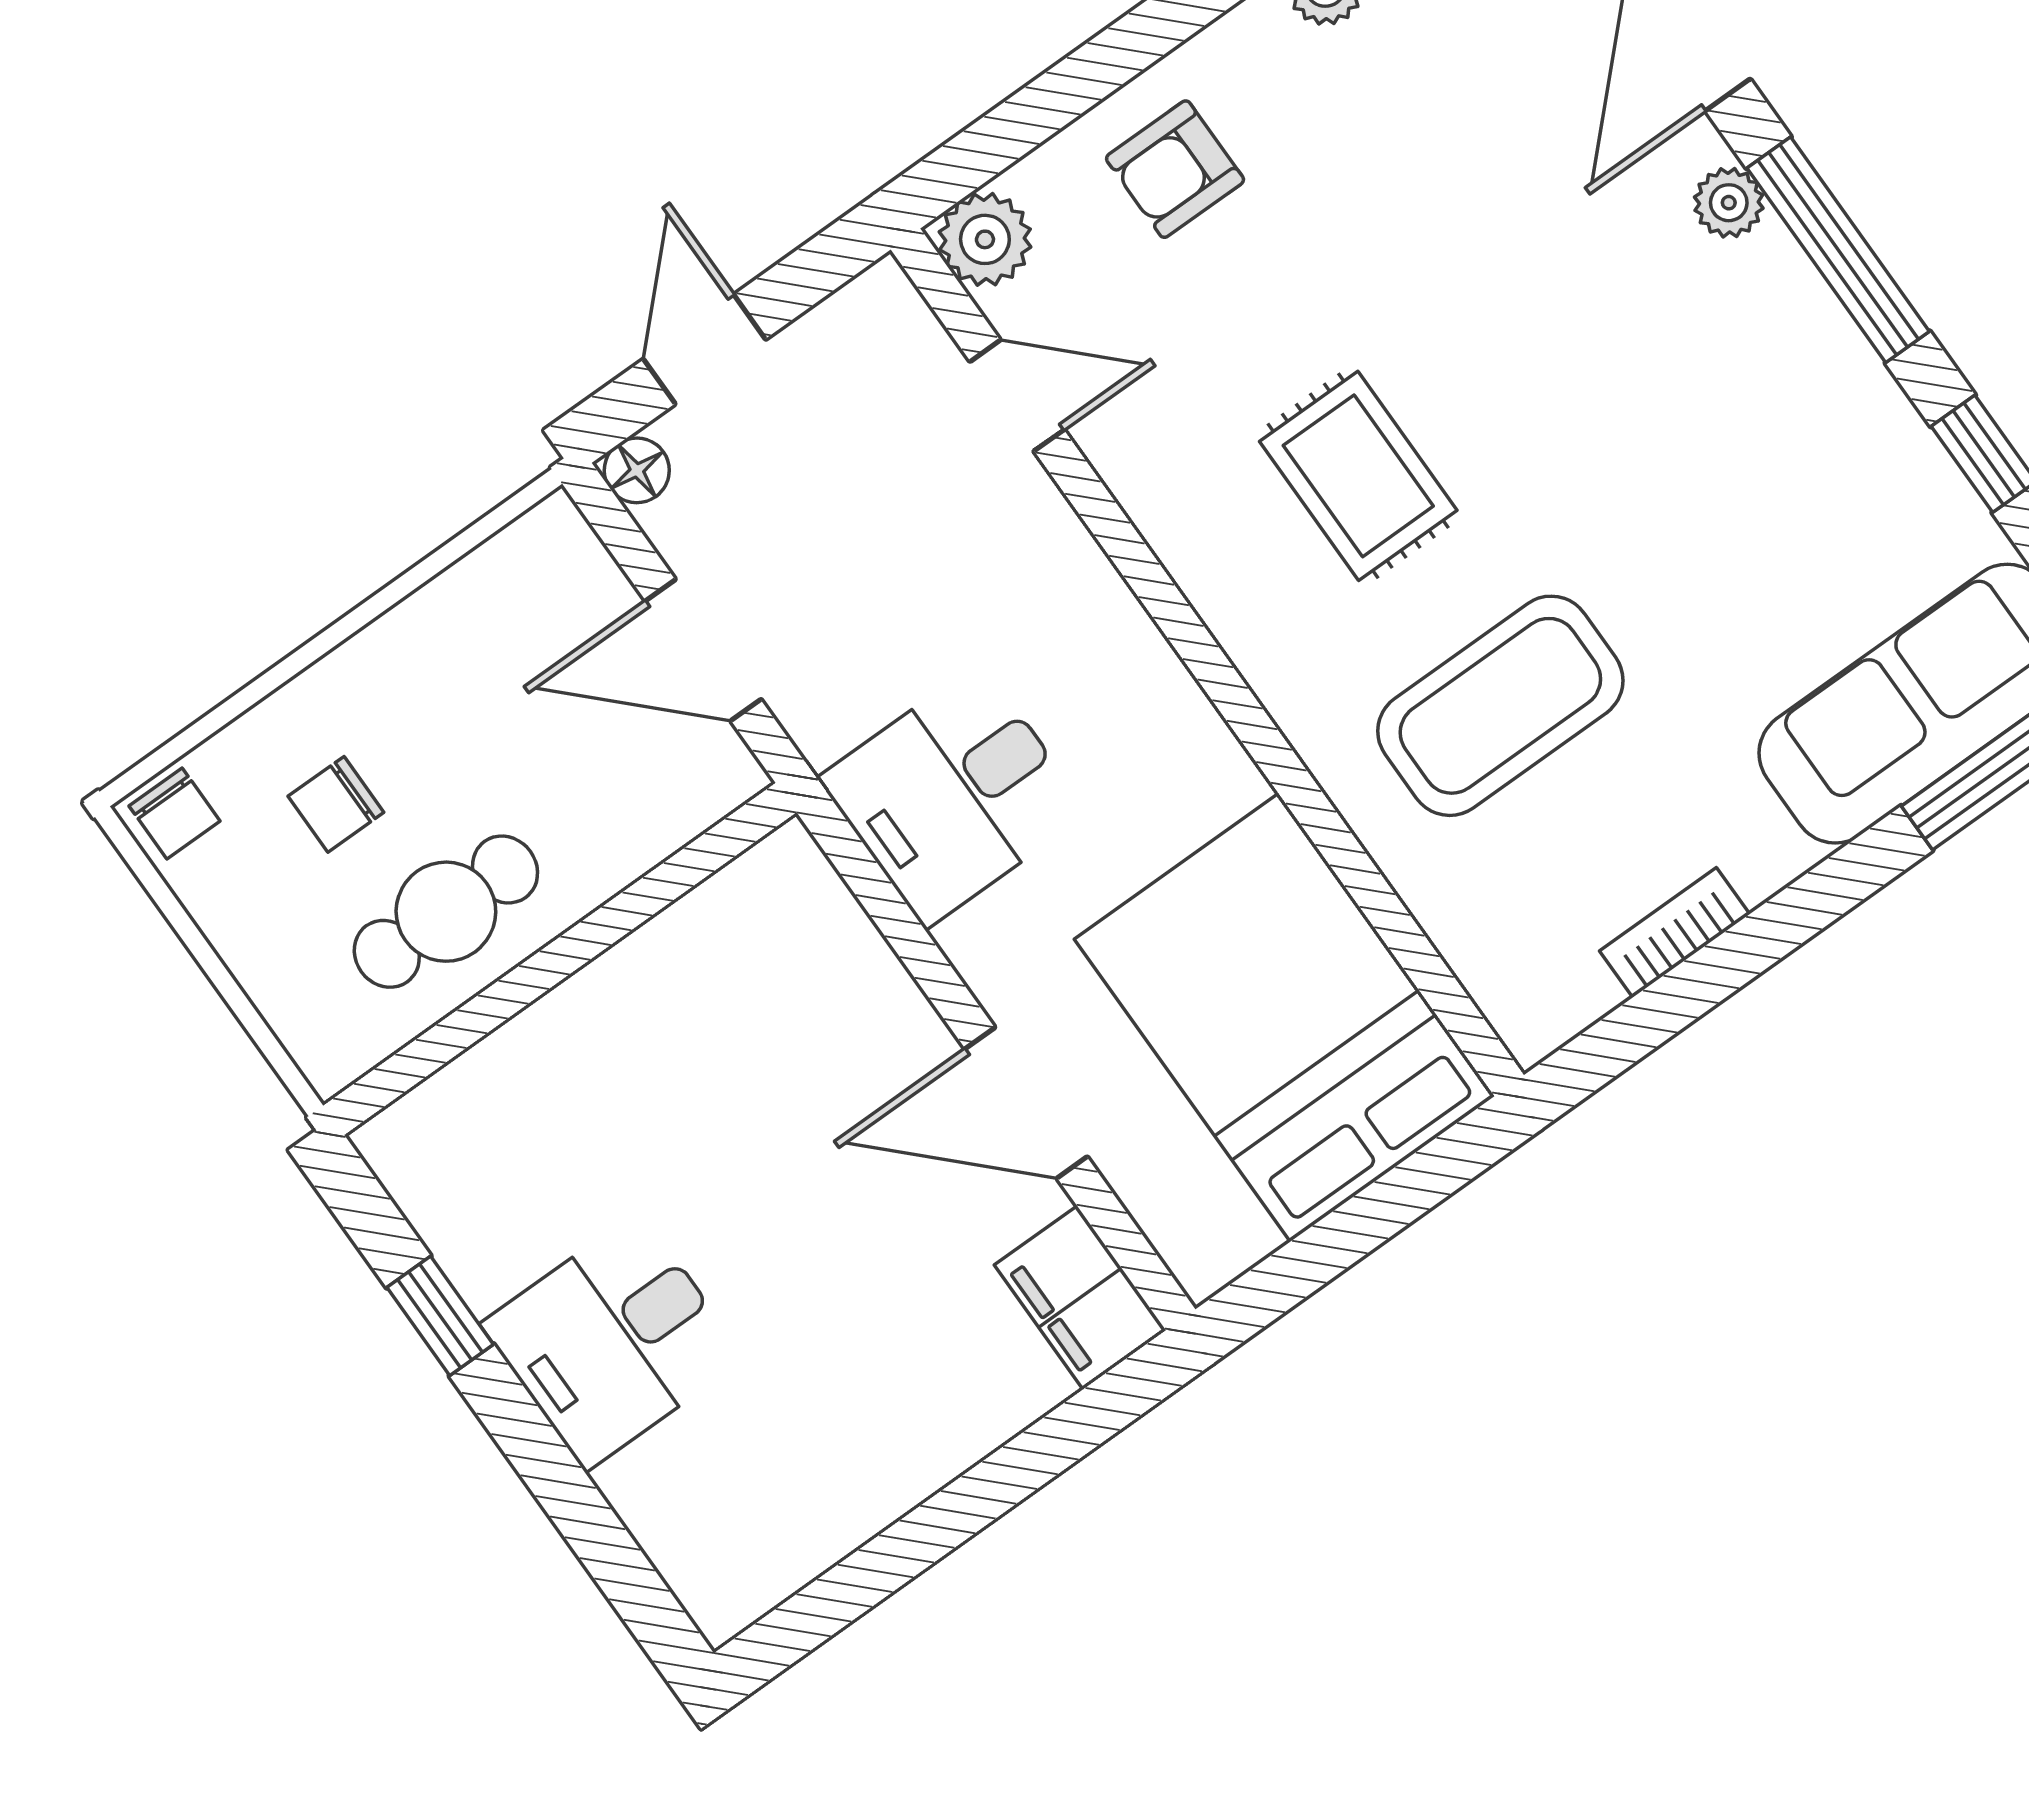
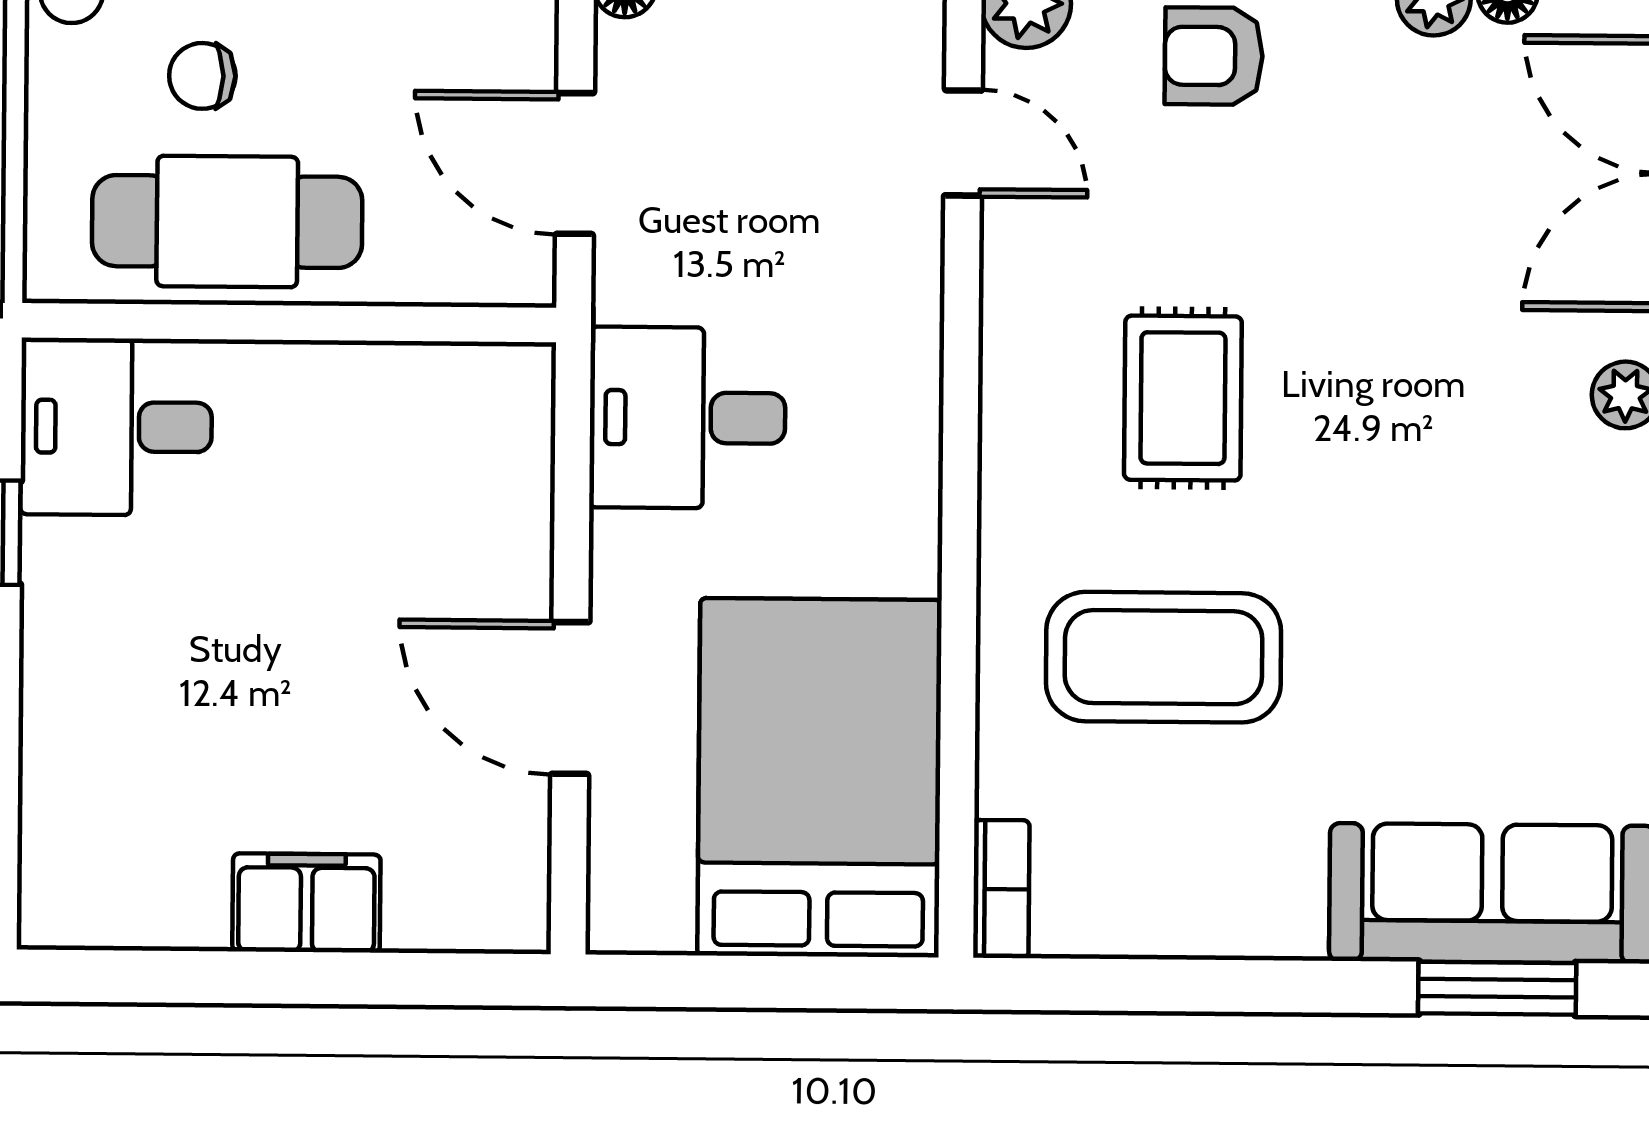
cafe table: (446, 912) -> (227, 222), width x1.37, depth x1.35
bookcase: (1675, 932) -> (1001, 889), moved, turned 90
filing cabinet: (1080, 1298) -> (306, 903), moved, turned 90
desk: (613, 1341) -> (116, 427), moved

